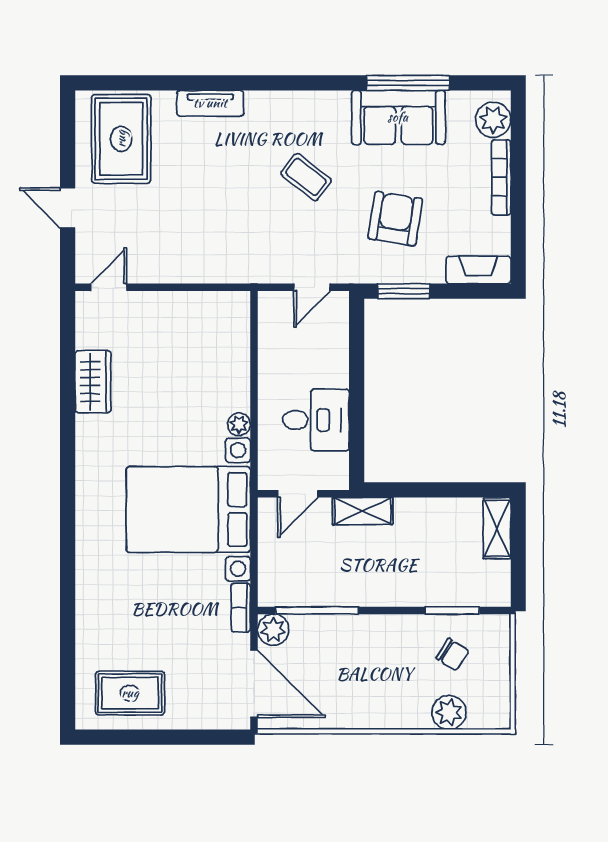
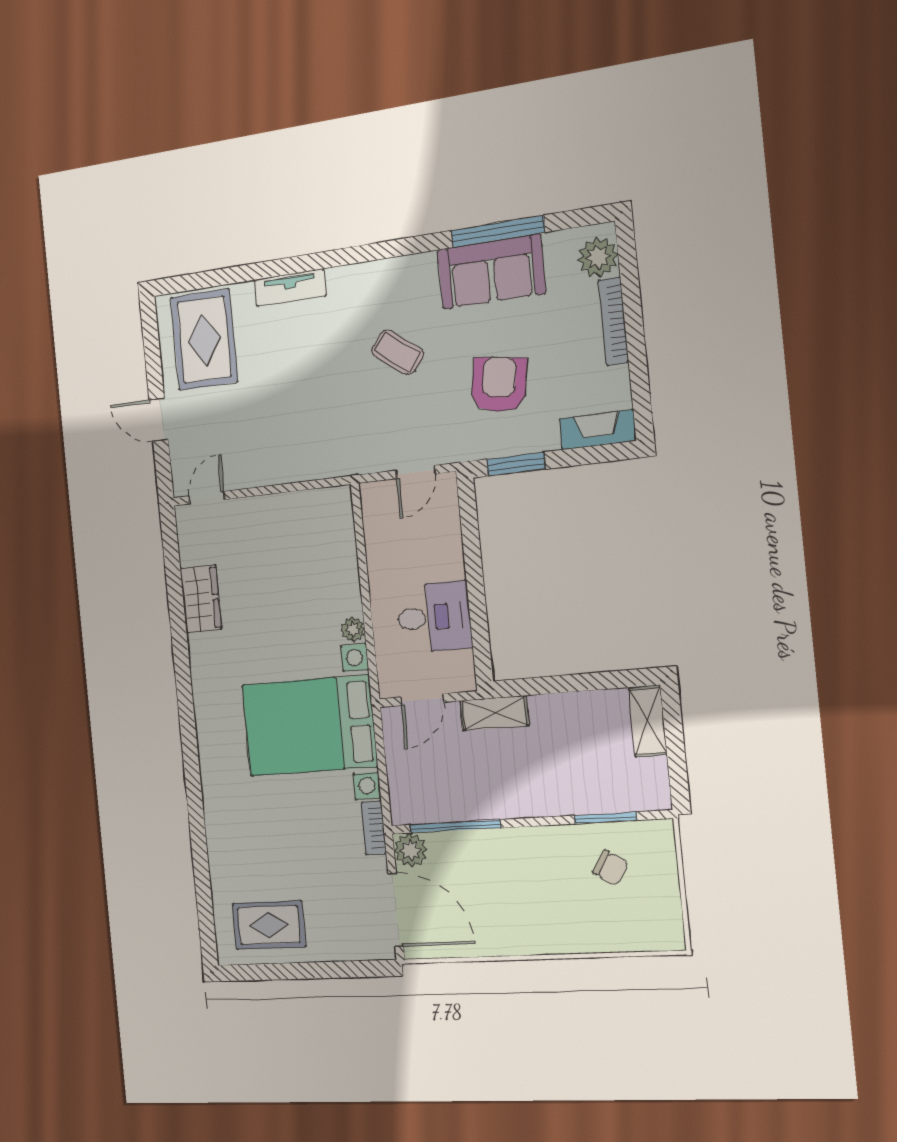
plant: (449, 712) -> (613, 933), removed

